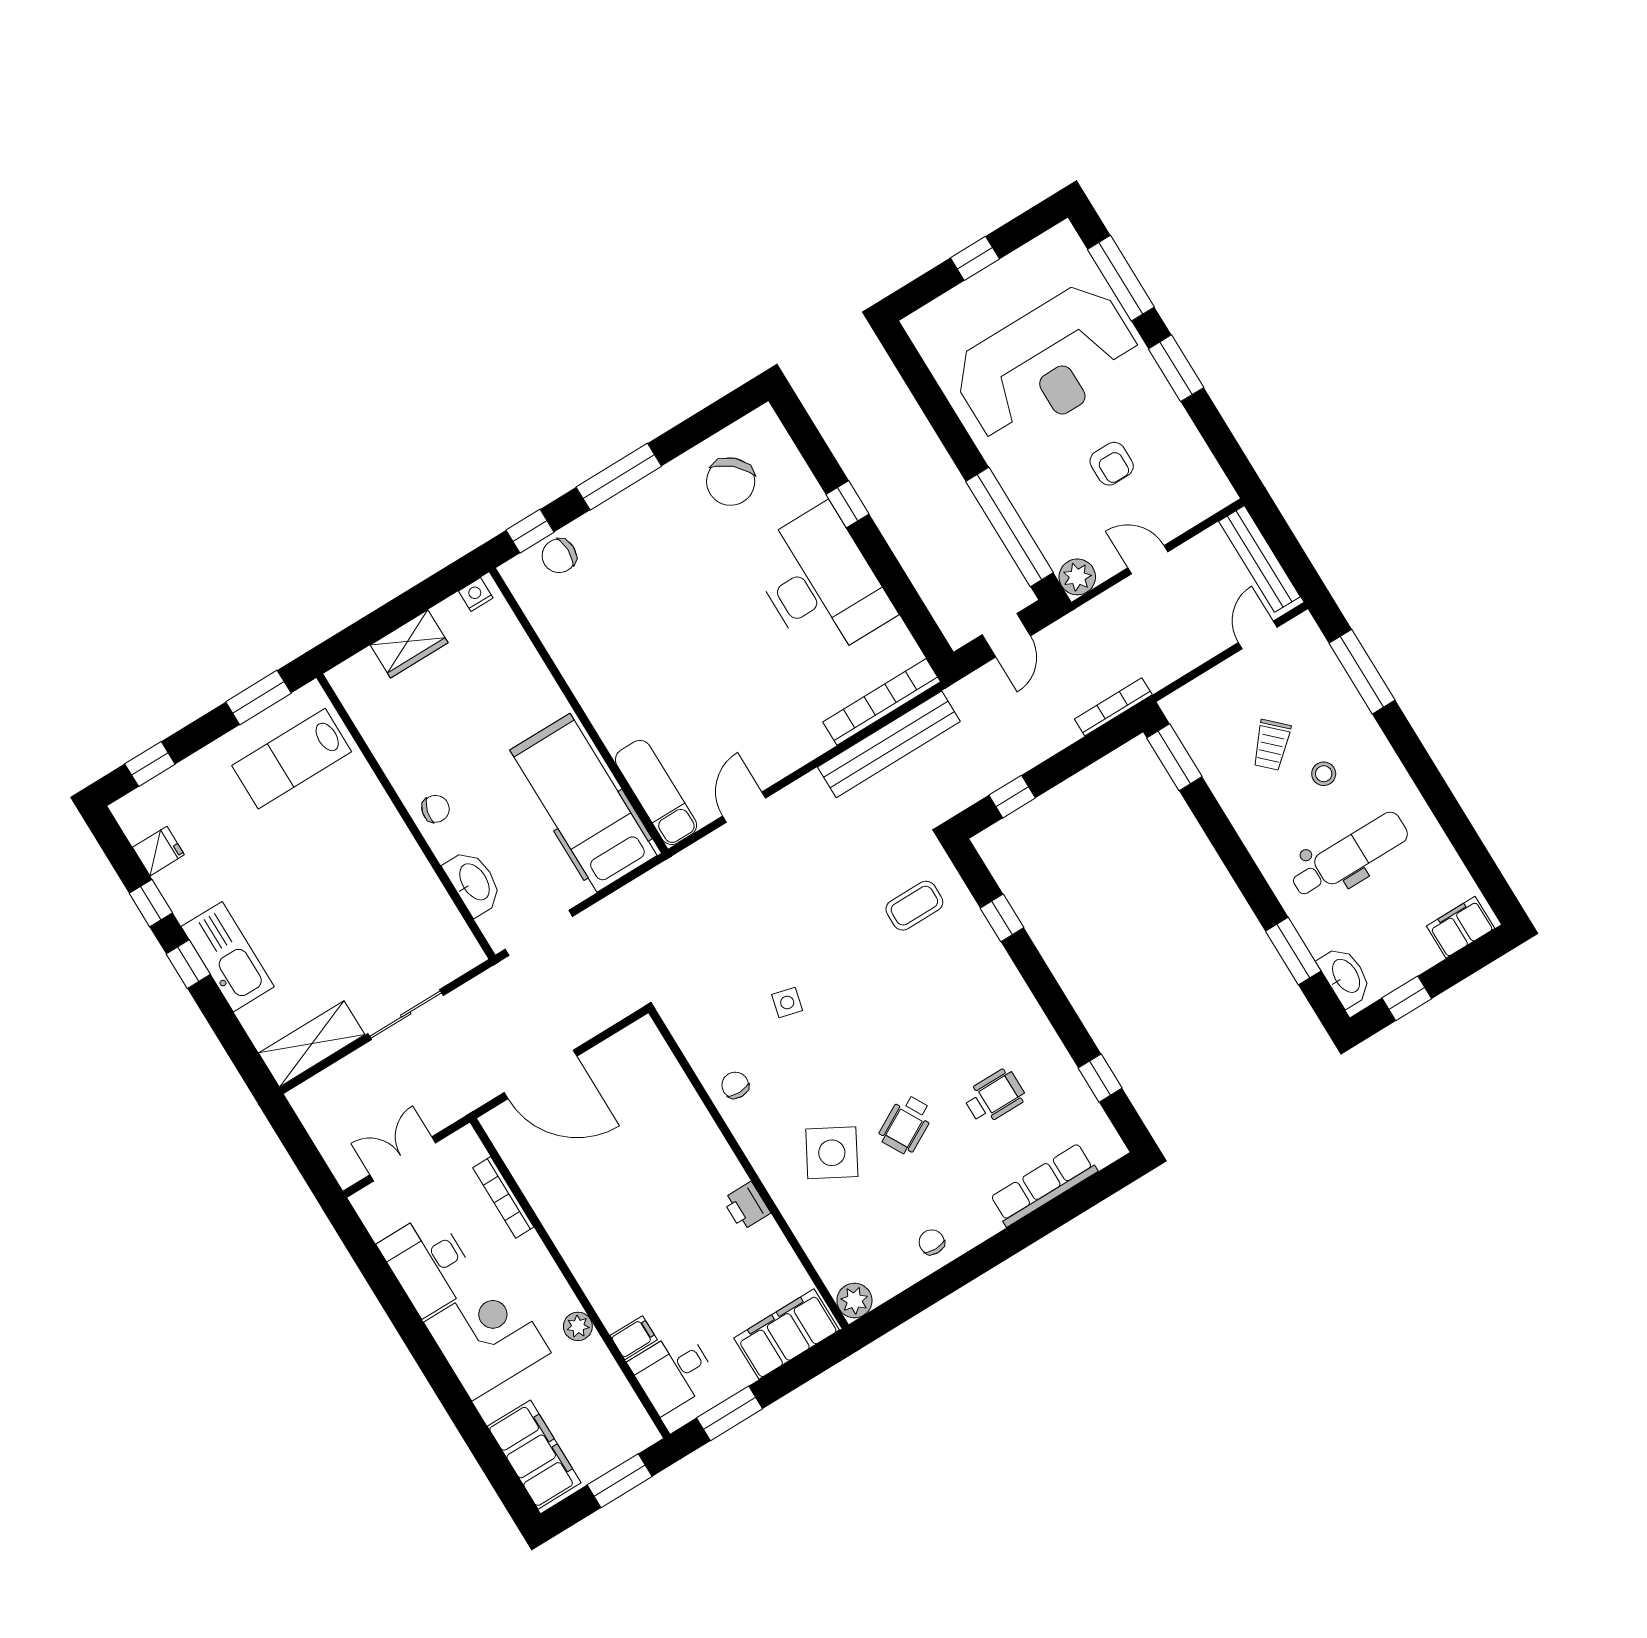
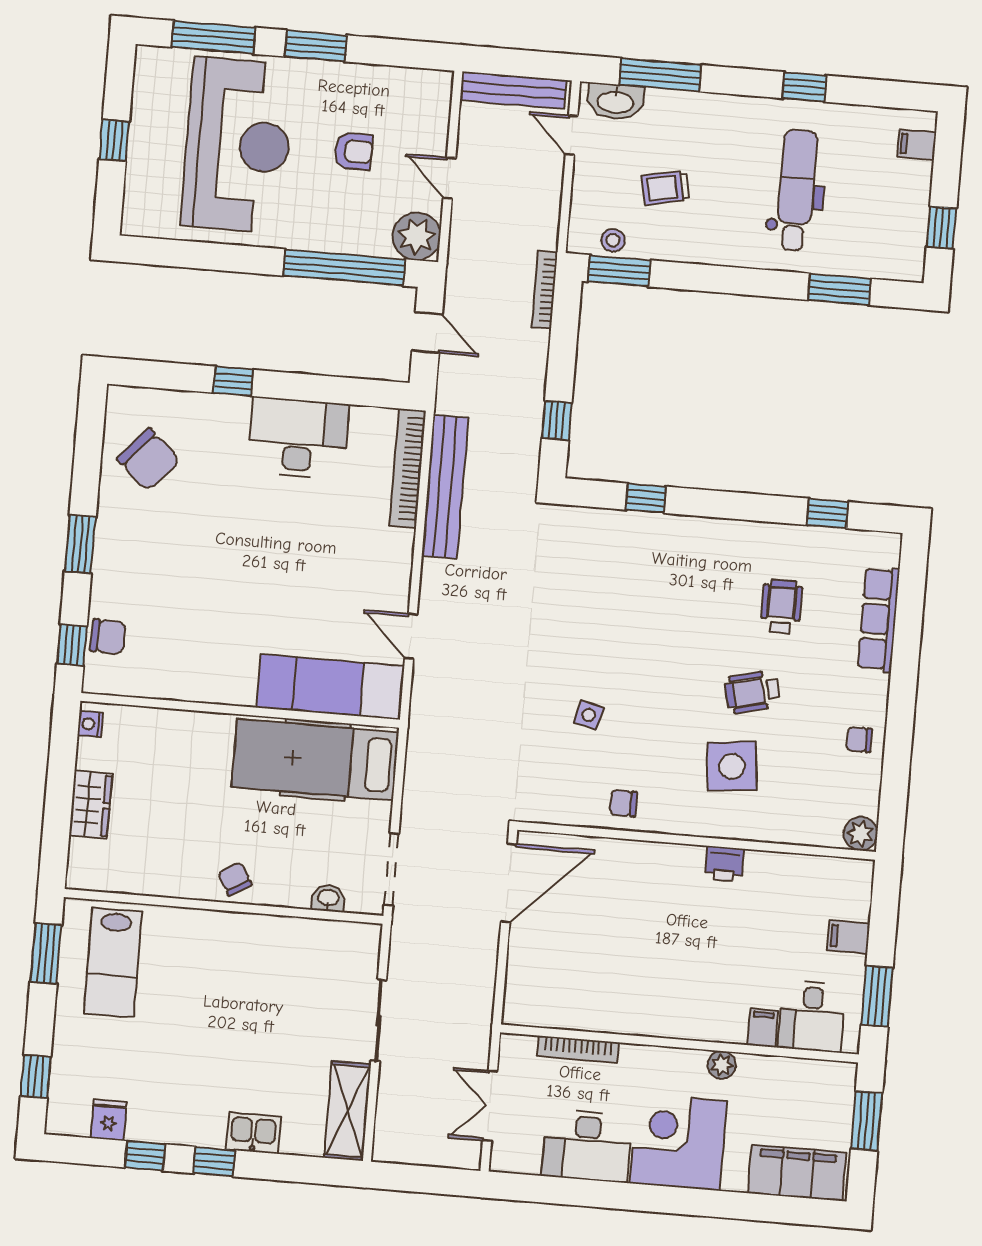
window: (619, 477) -> (80, 544), width x0.69
chair: (559, 556) -> (108, 637), turned -88
door: (1148, 560) -> (449, 178), hinge flipped
plant: (1077, 577) -> (416, 236), width x1.36, depth x1.36
desk: (820, 583) -> (298, 438), width x0.73, depth x0.77
trolley: (1271, 745) -> (665, 188), turned 125
stool: (1324, 774) -> (613, 240), moved
exam couch: (656, 792) -> (330, 687), width x1.36, depth x1.45
window: (1440, 799) -> (804, 87), added
chair: (436, 809) -> (235, 879), turned -46
washbasin: (474, 882) -> (328, 898), width x0.52, depth x0.69
coffee table: (914, 906) -> (586, 560), removed
filing cabinet: (1461, 927) -> (917, 145), width x0.50
kitchen sink: (228, 957) -> (253, 1133), width x0.53, depth x0.81
washbasin: (1345, 976) -> (615, 101), moved, turned 180
door: (540, 1074) -> (509, 883), moved
wheelchair: (906, 1124) -> (752, 692), turned 105
side table: (832, 1153) -> (732, 766), turned -34
filing cabinet: (786, 1334) -> (848, 937), width x0.33, depth x0.86

